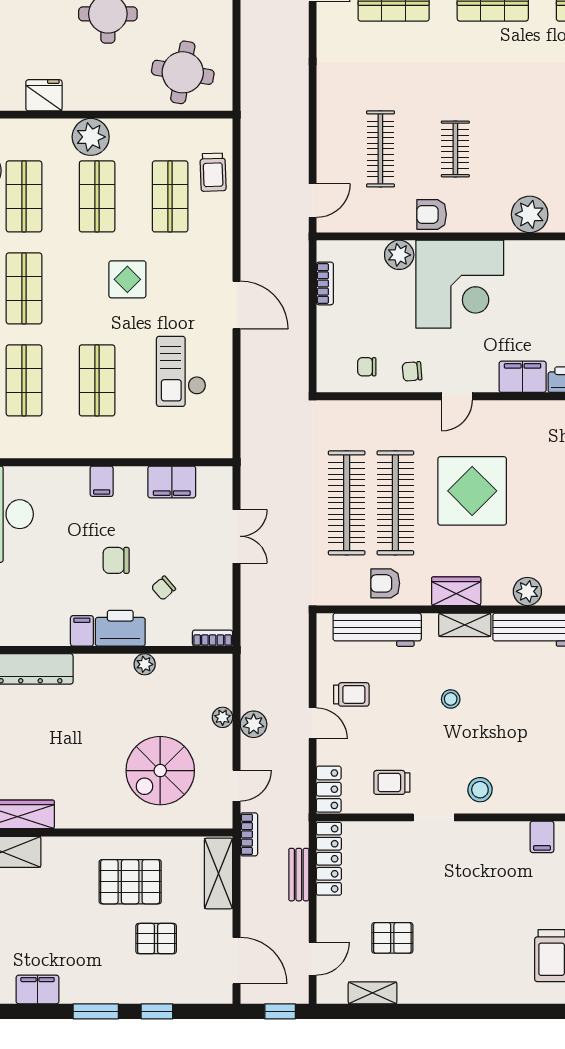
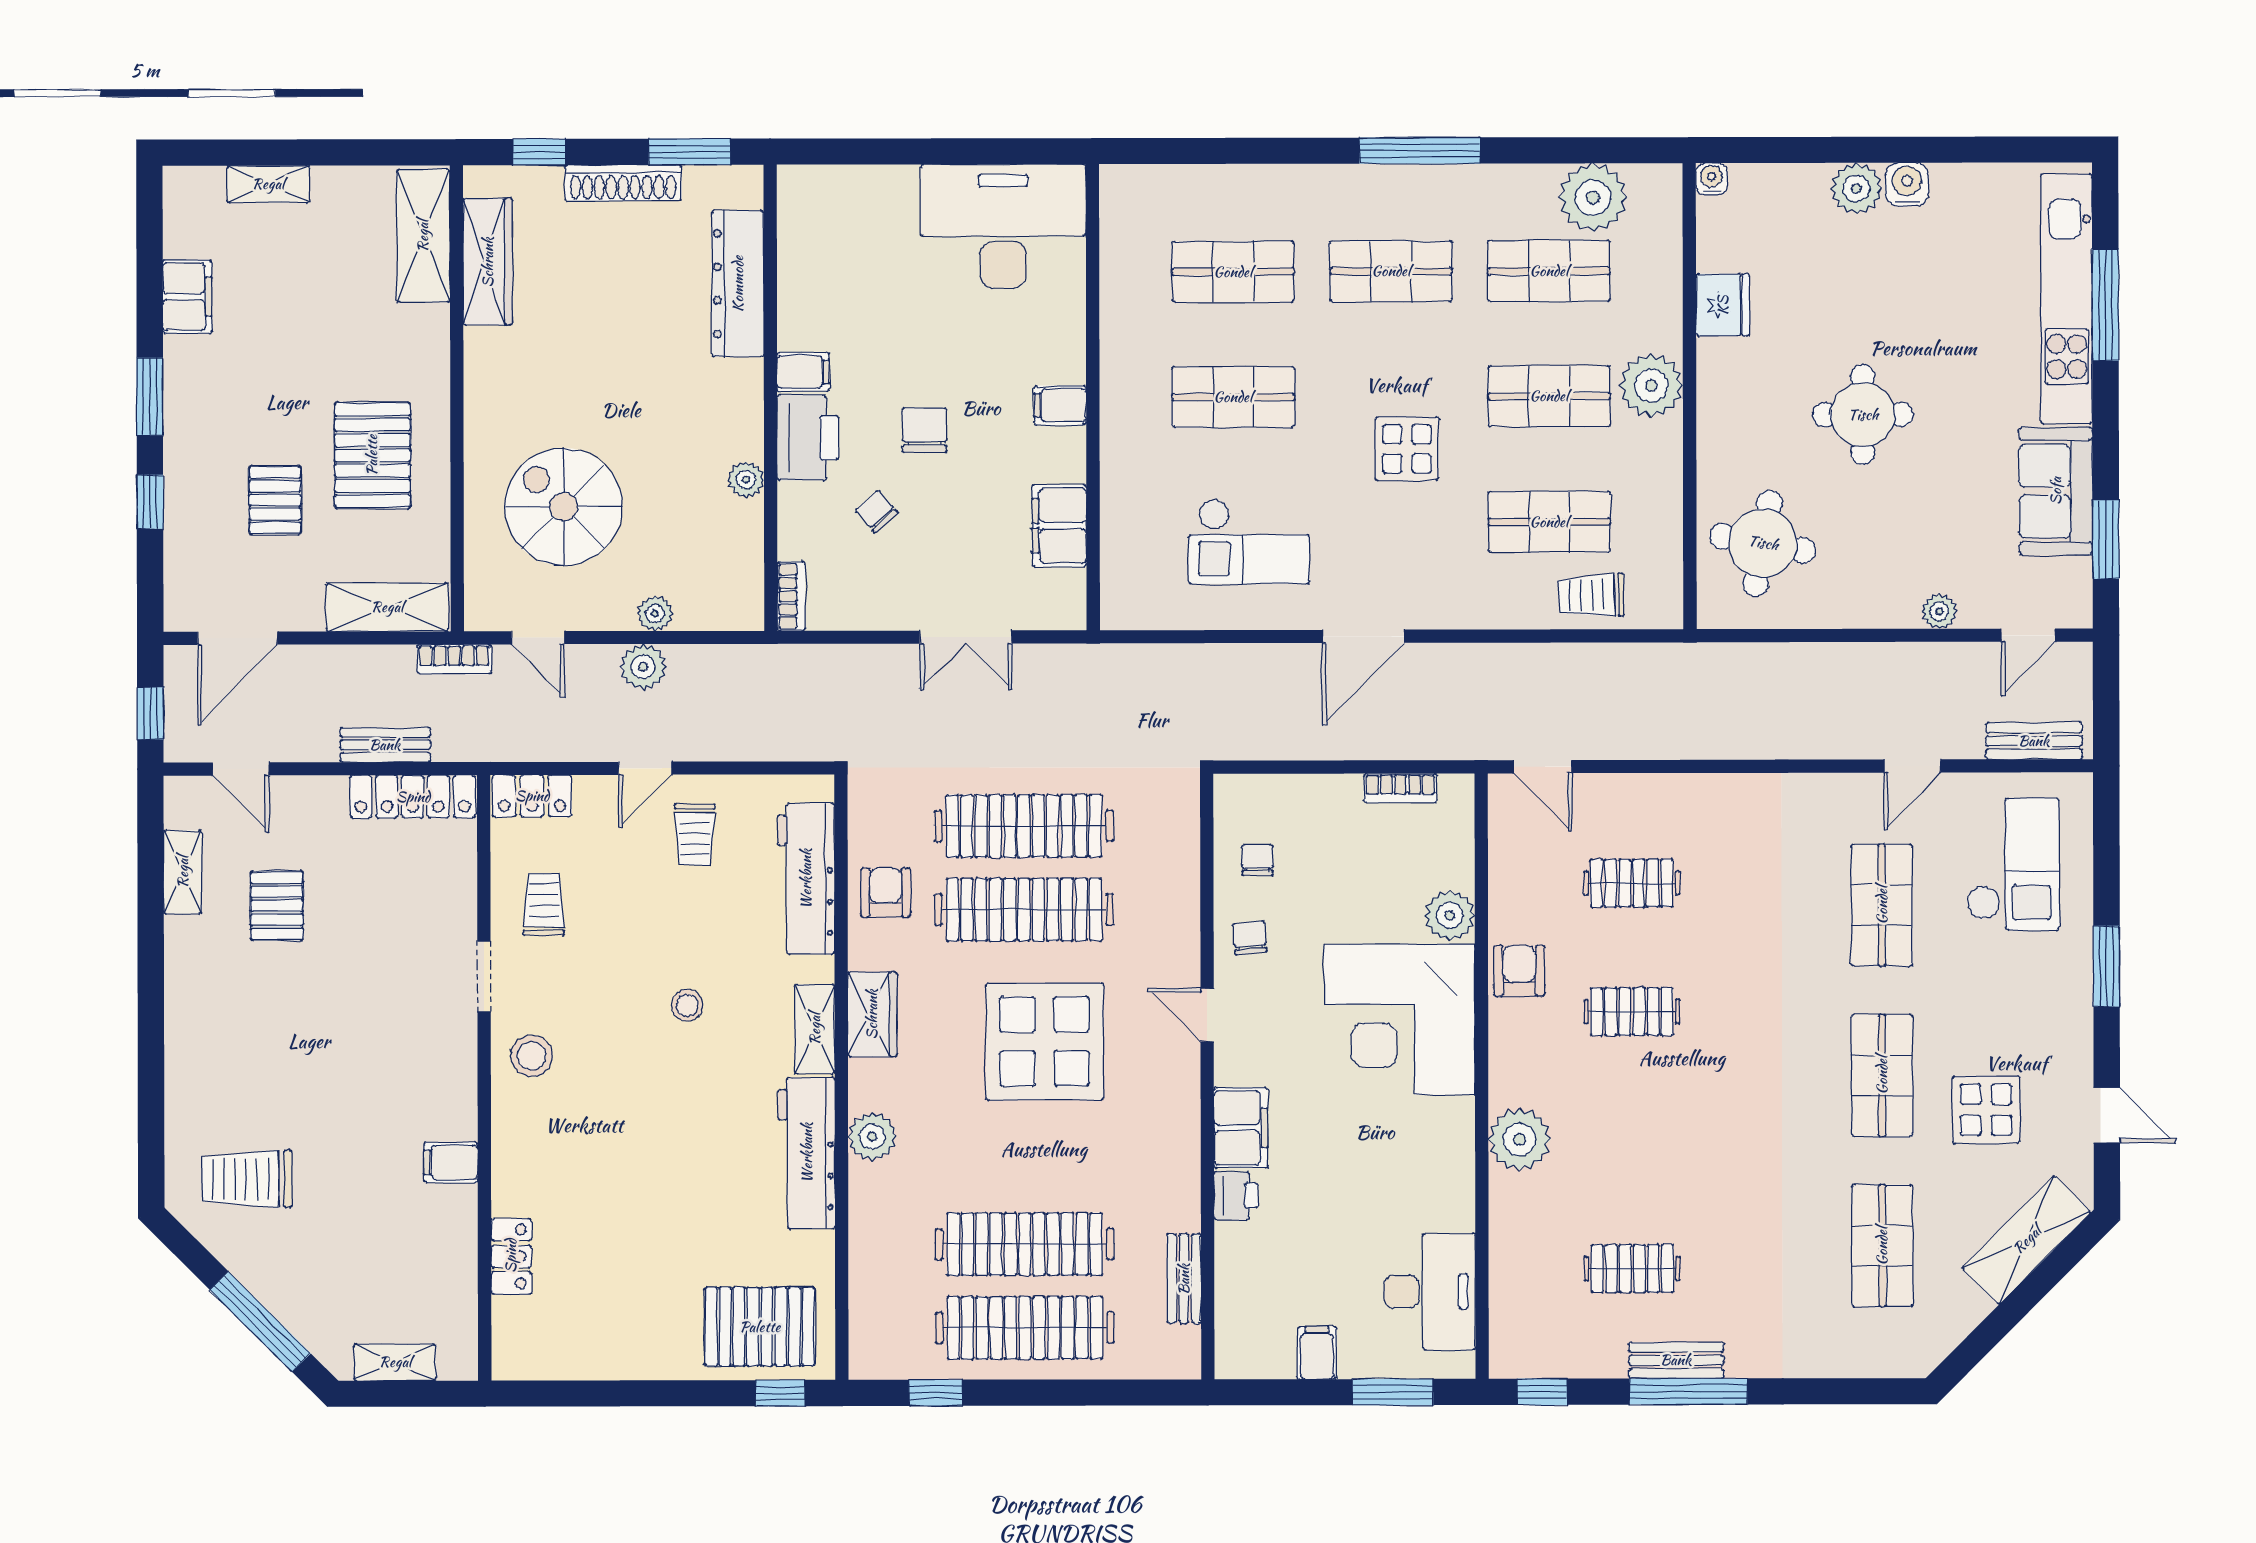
clothes rail: (380, 149) -> (1632, 883), width x0.73
checkout: (181, 371) -> (1249, 541), turned 180

